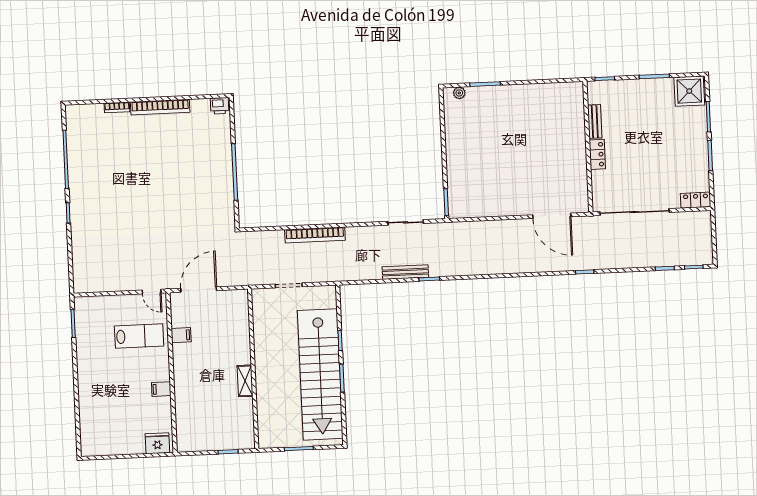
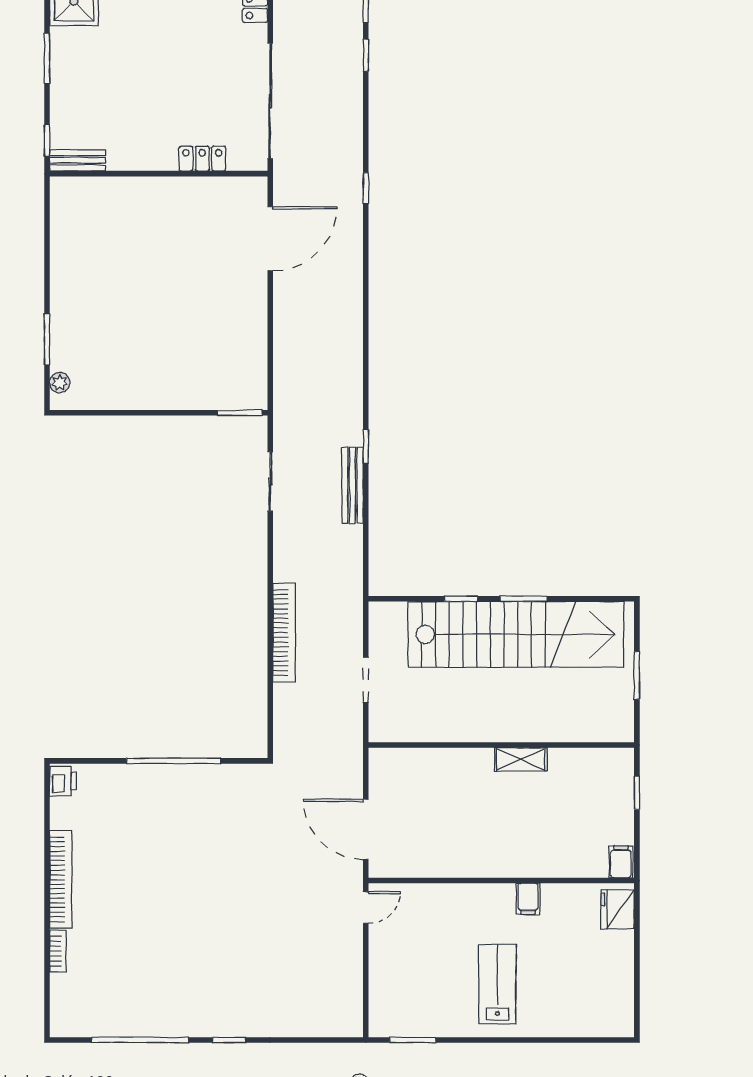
bench: (595, 121) -> (78, 160), moved
locker: (597, 154) -> (202, 159), moved
filing cabinet: (181, 335) -> (621, 862), moved
lab bench: (139, 336) -> (497, 984), moved

